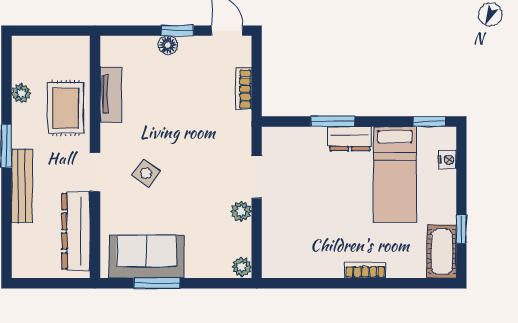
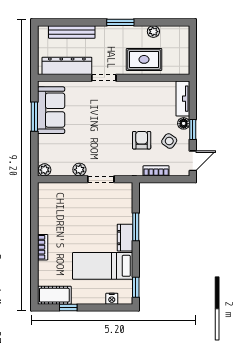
tv unit: (111, 95) -> (183, 99), moved, turned 90
armchair: (194, 112) -> (142, 140), added
side table: (146, 173) -> (169, 141), moved
bench: (22, 186) -> (72, 32), moved

